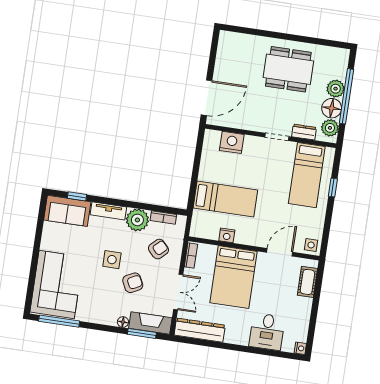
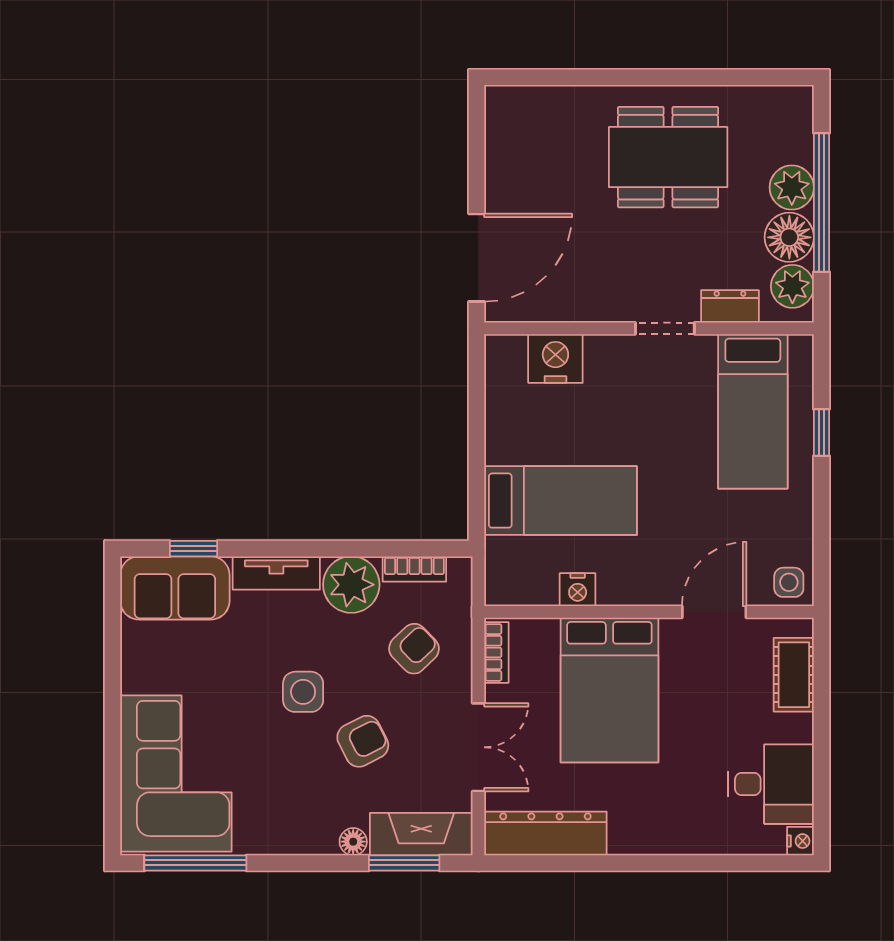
desk: (267, 332) -> (771, 784), moved, turned -90

